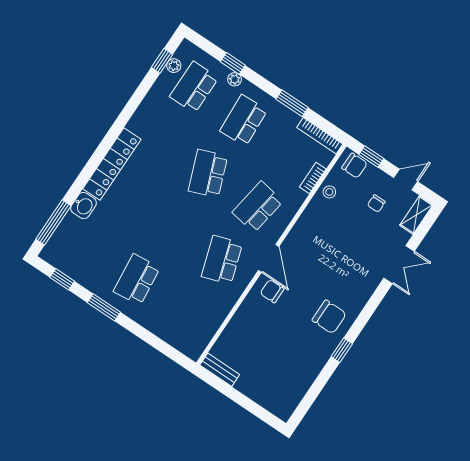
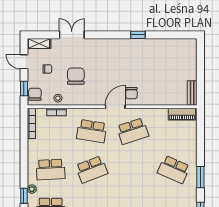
window: (292, 103) -> (24, 150), removed
school desk: (137, 280) -> (174, 170), turned 30
chair: (329, 317) -> (76, 76), moved
piano: (201, 338) -> (182, 114), added

